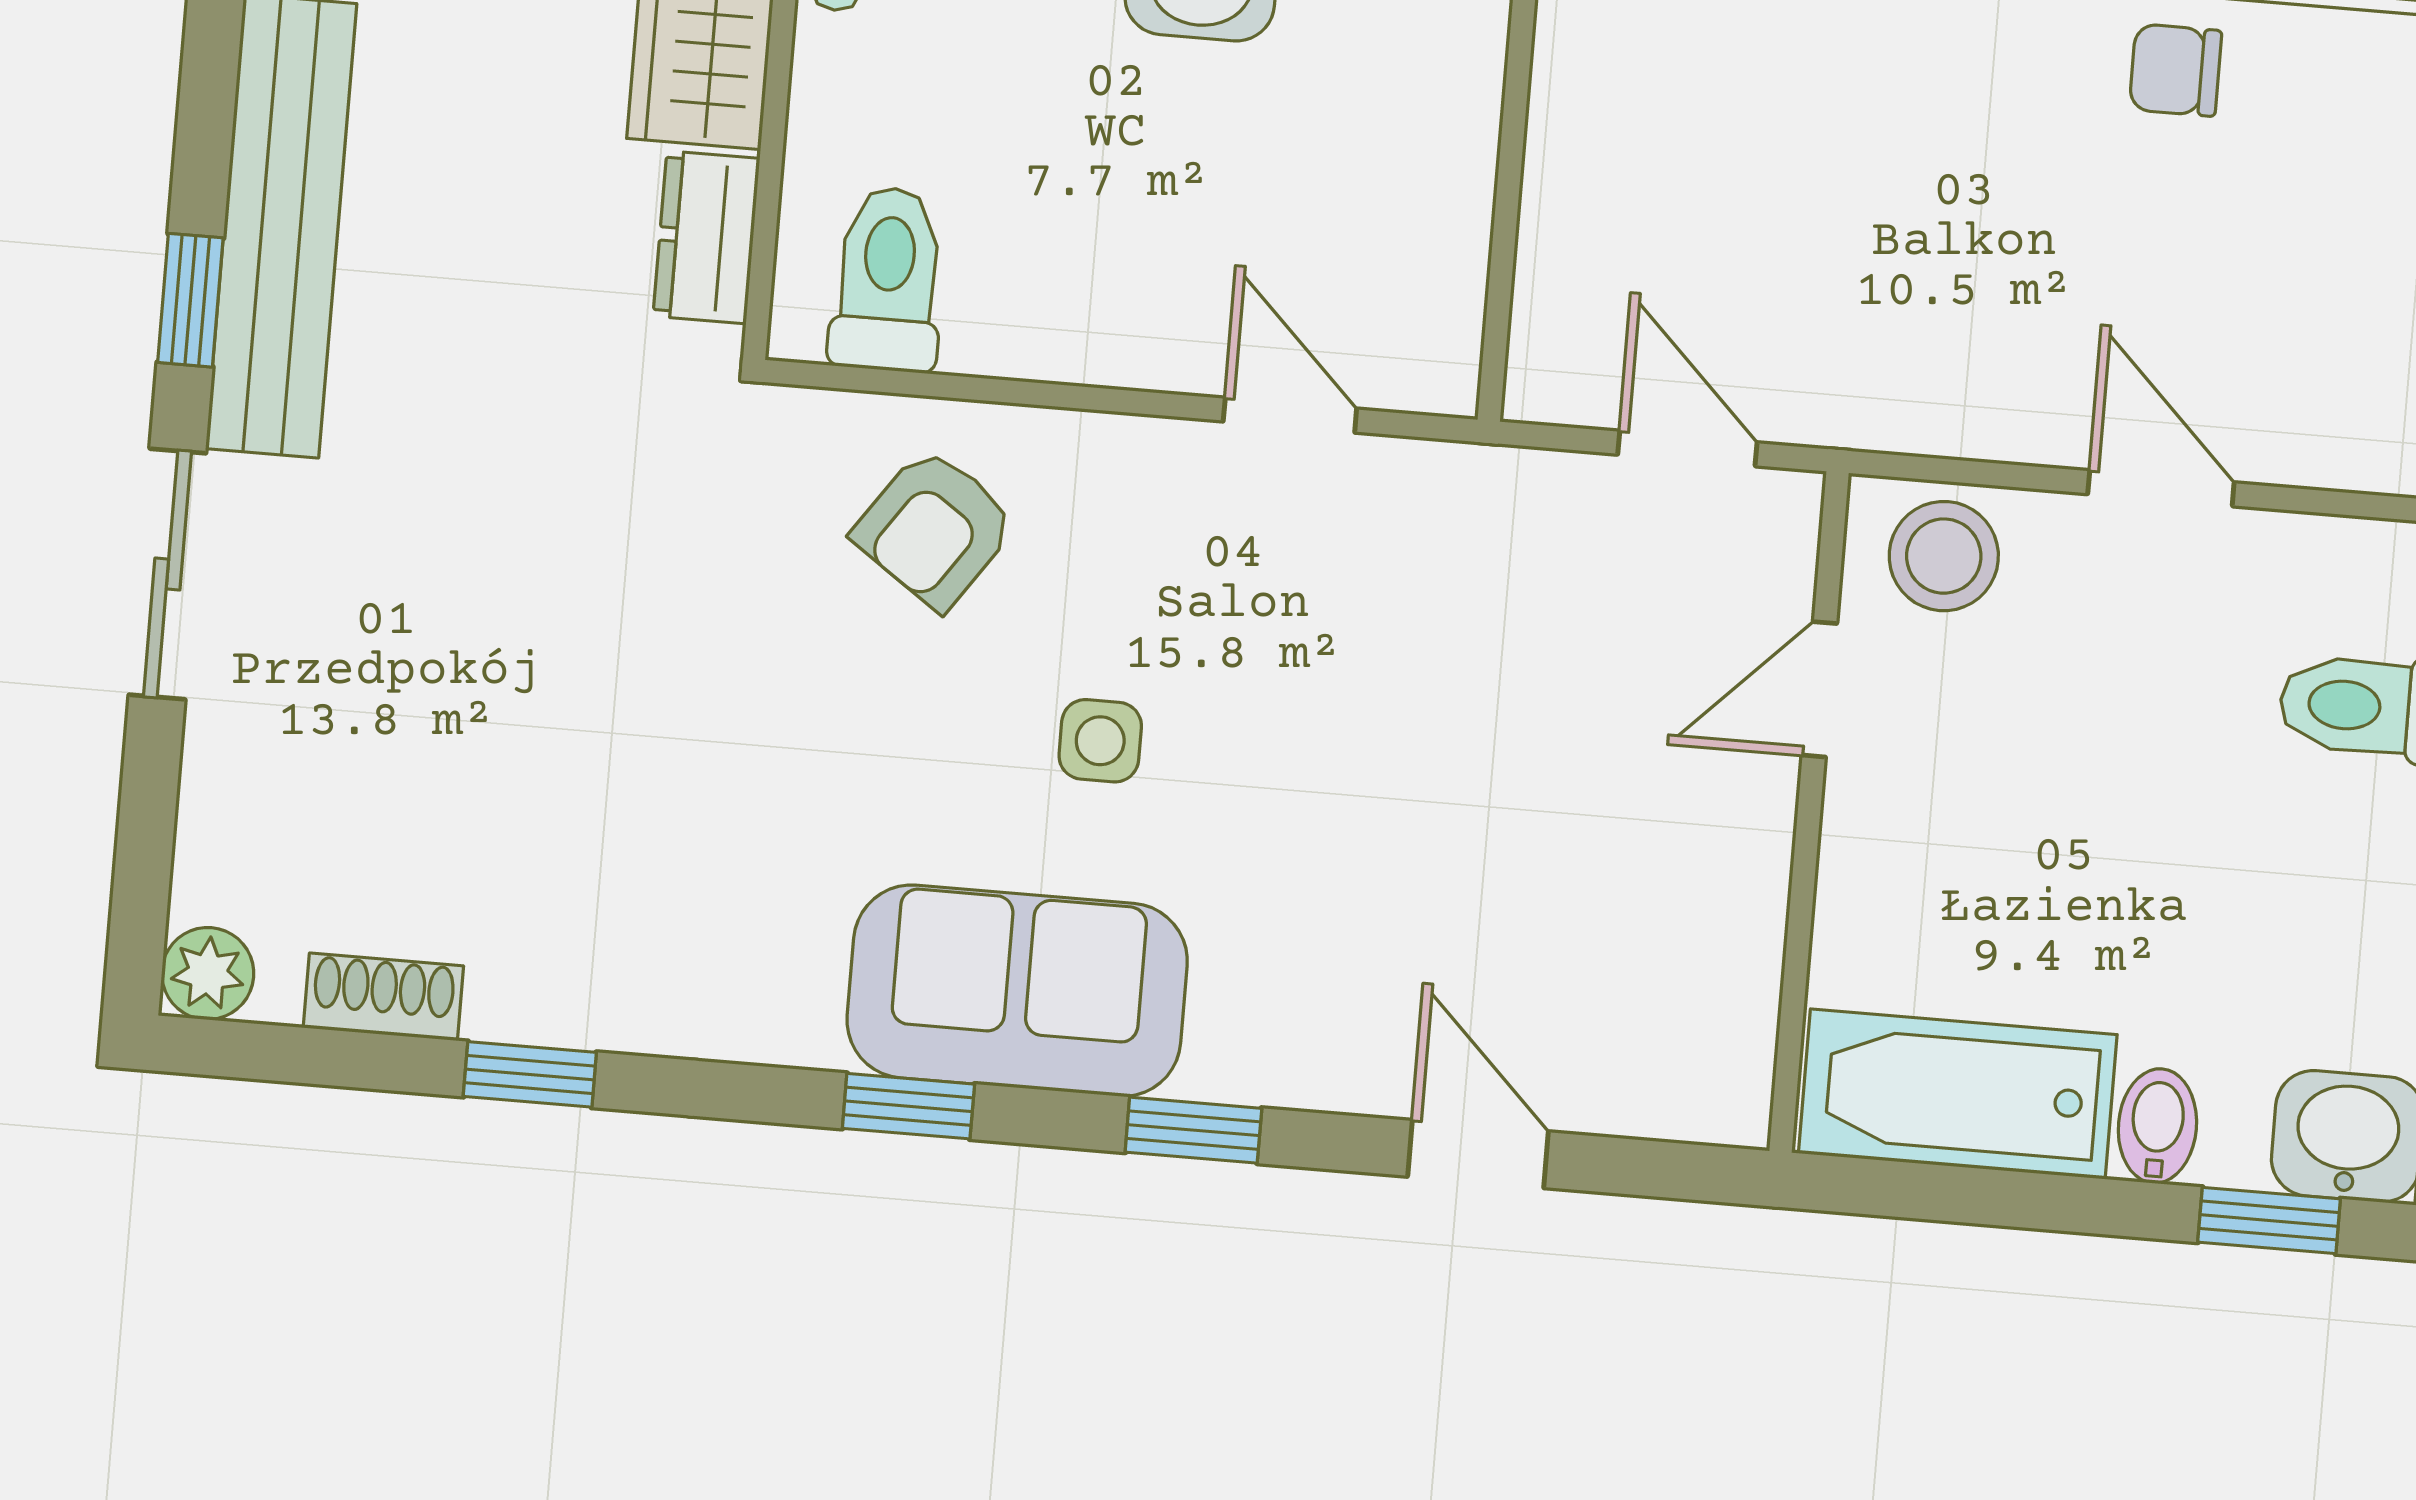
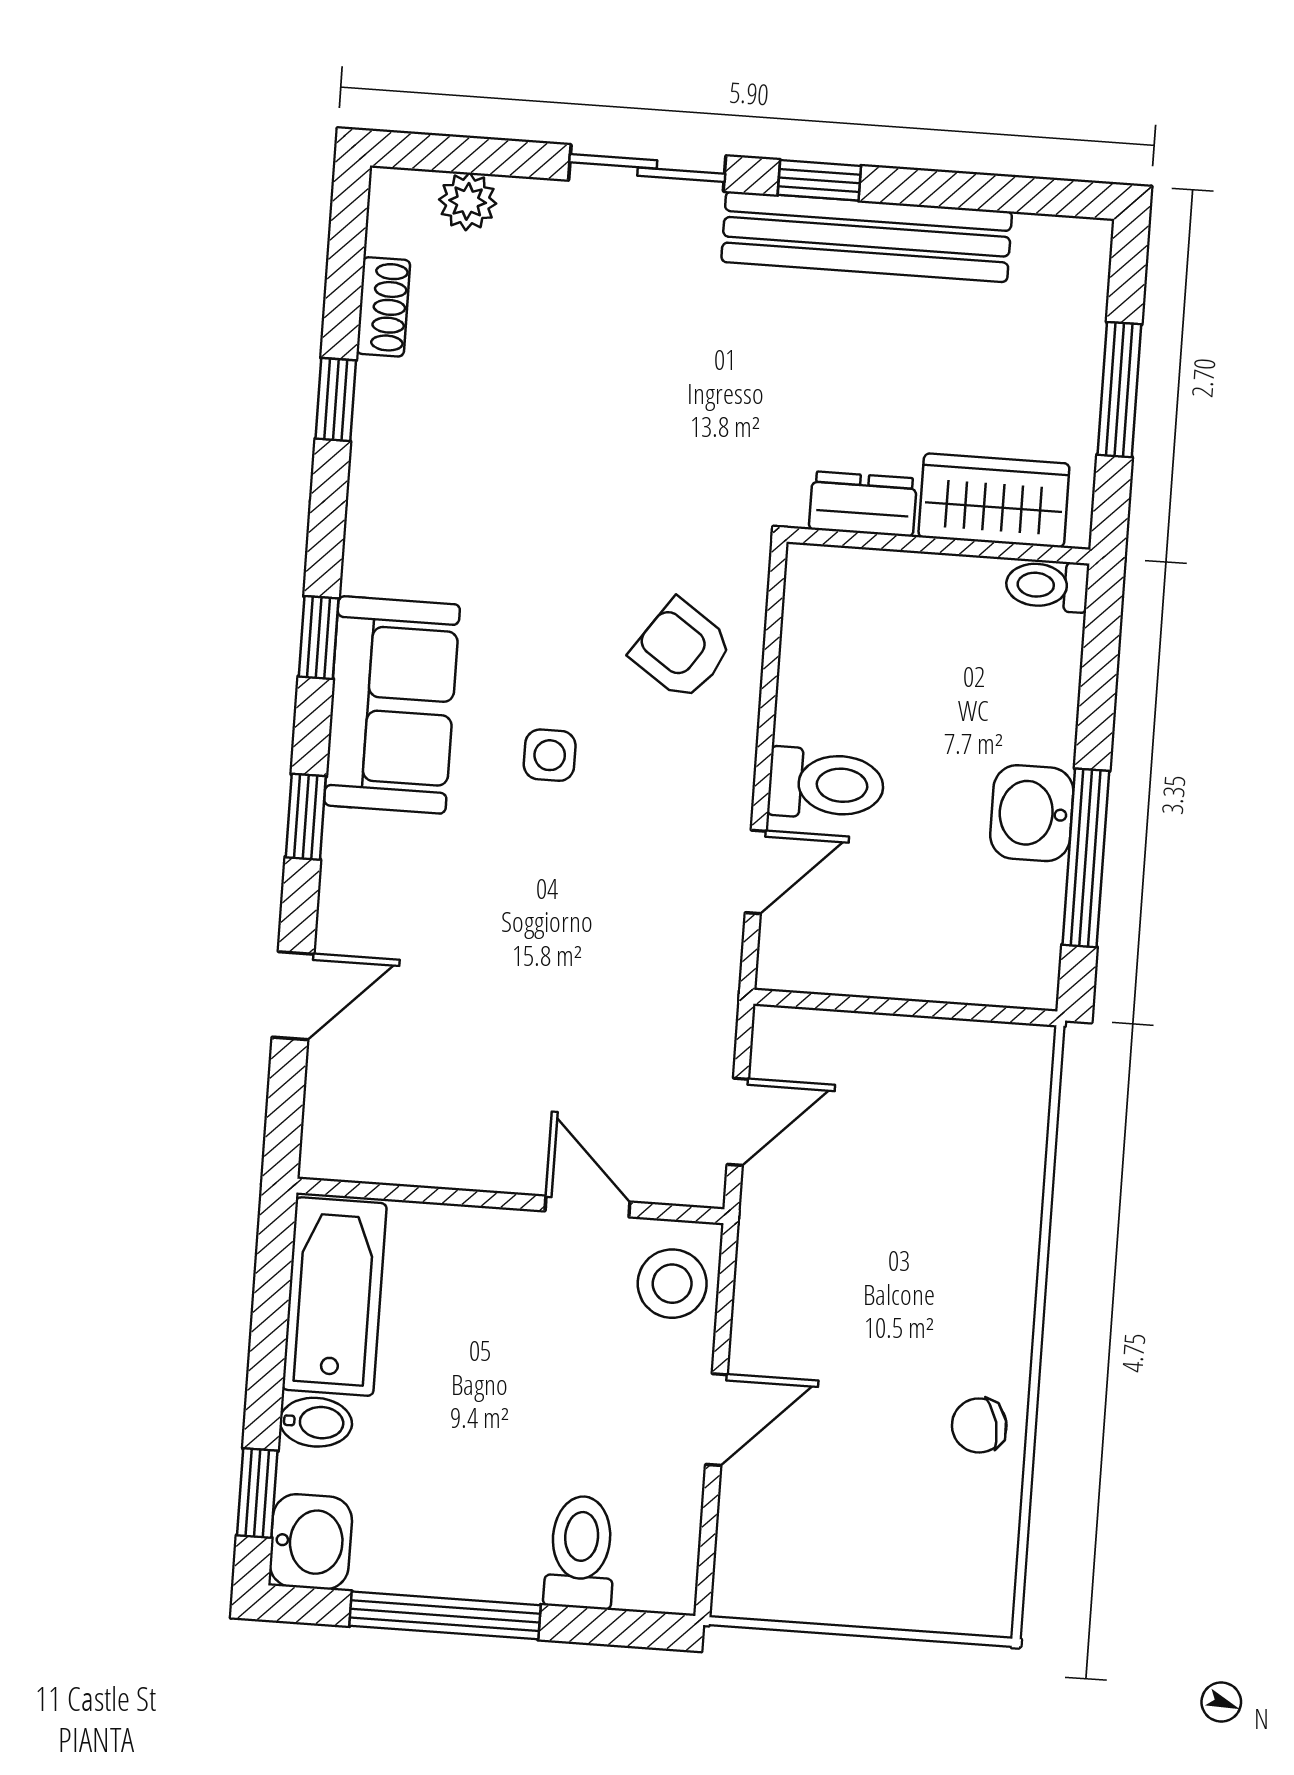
chair: (2175, 70) -> (979, 1425), turned -104
toilet: (888, 279) -> (826, 784), moved
plant: (208, 974) -> (468, 201), moved

